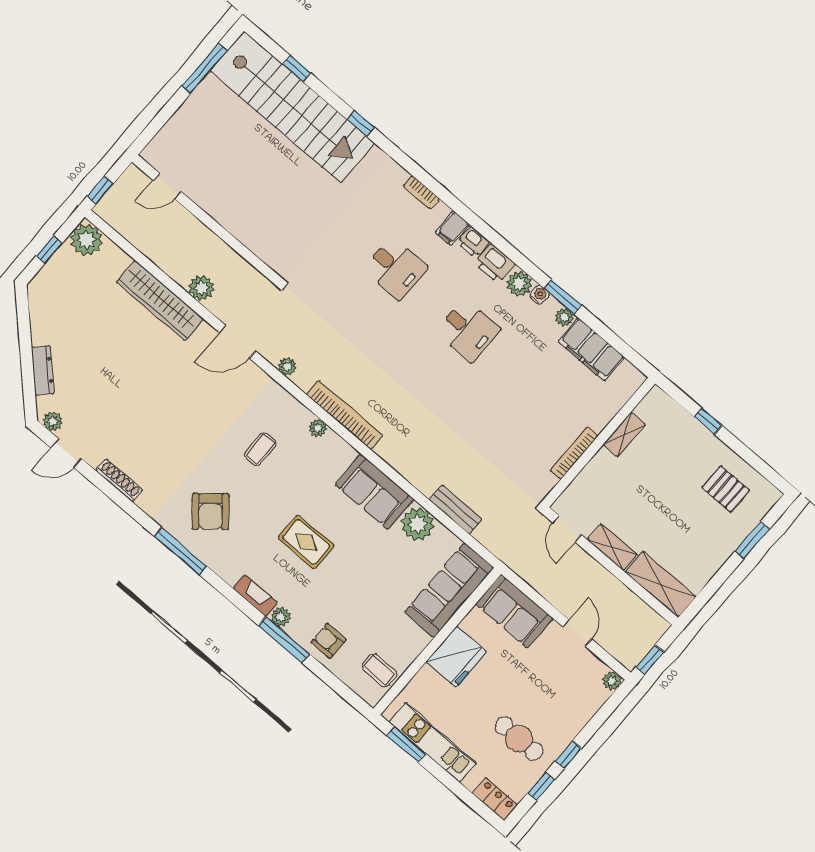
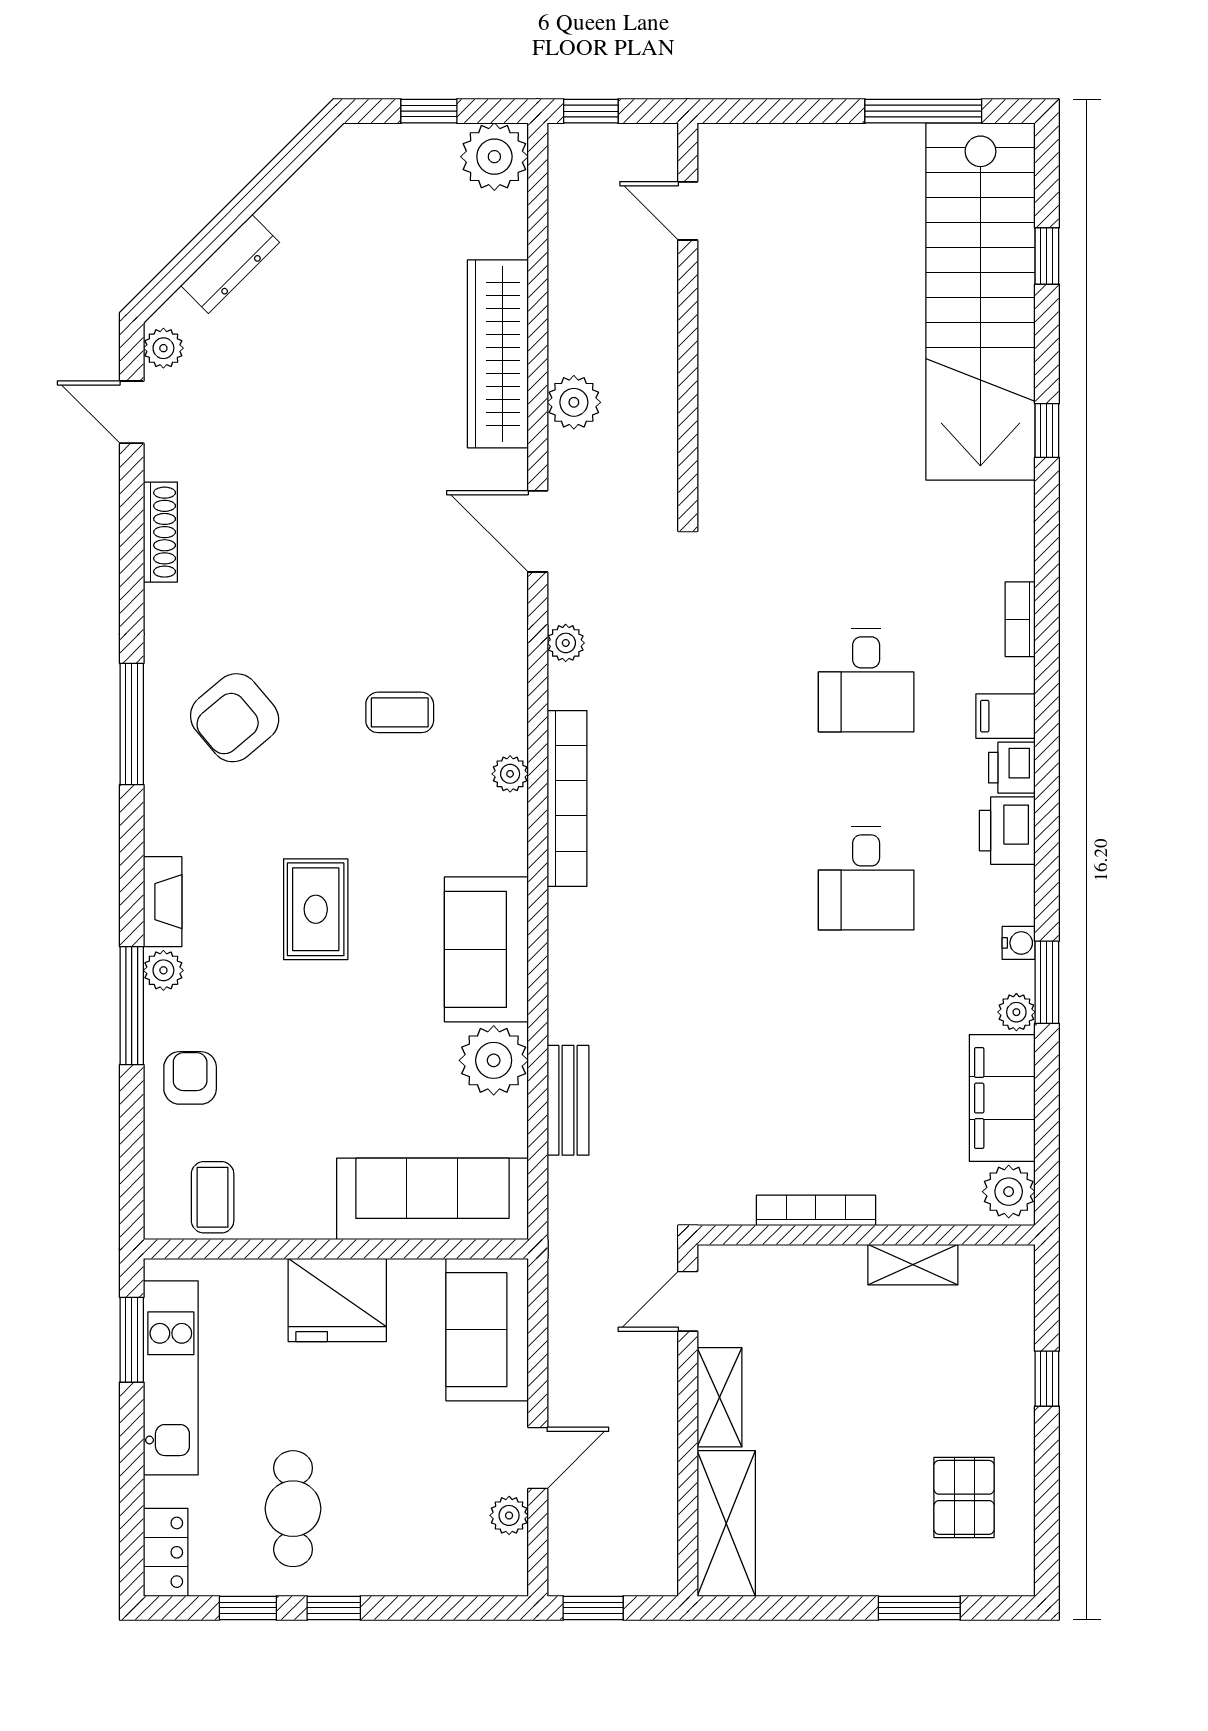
plant: (519, 284) -> (1009, 1192), moved
plant: (612, 681) -> (509, 1515), moved

